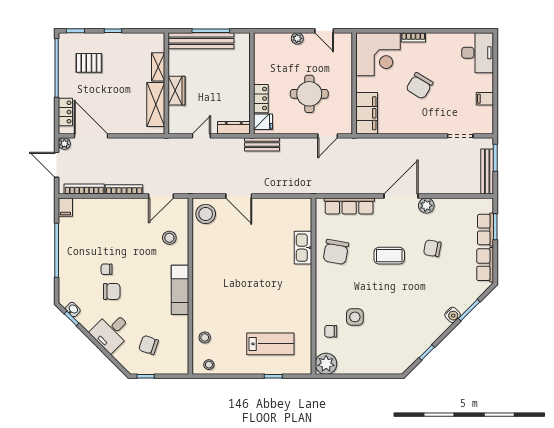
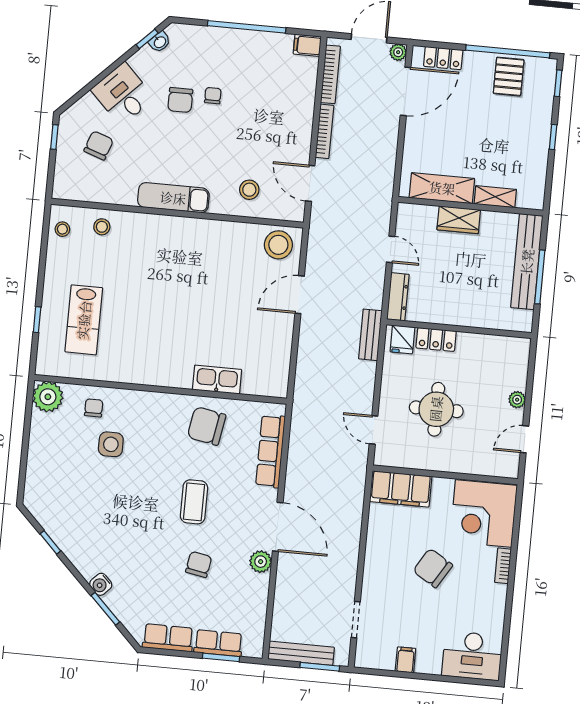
pallet: (89, 63) -> (509, 77), moved

